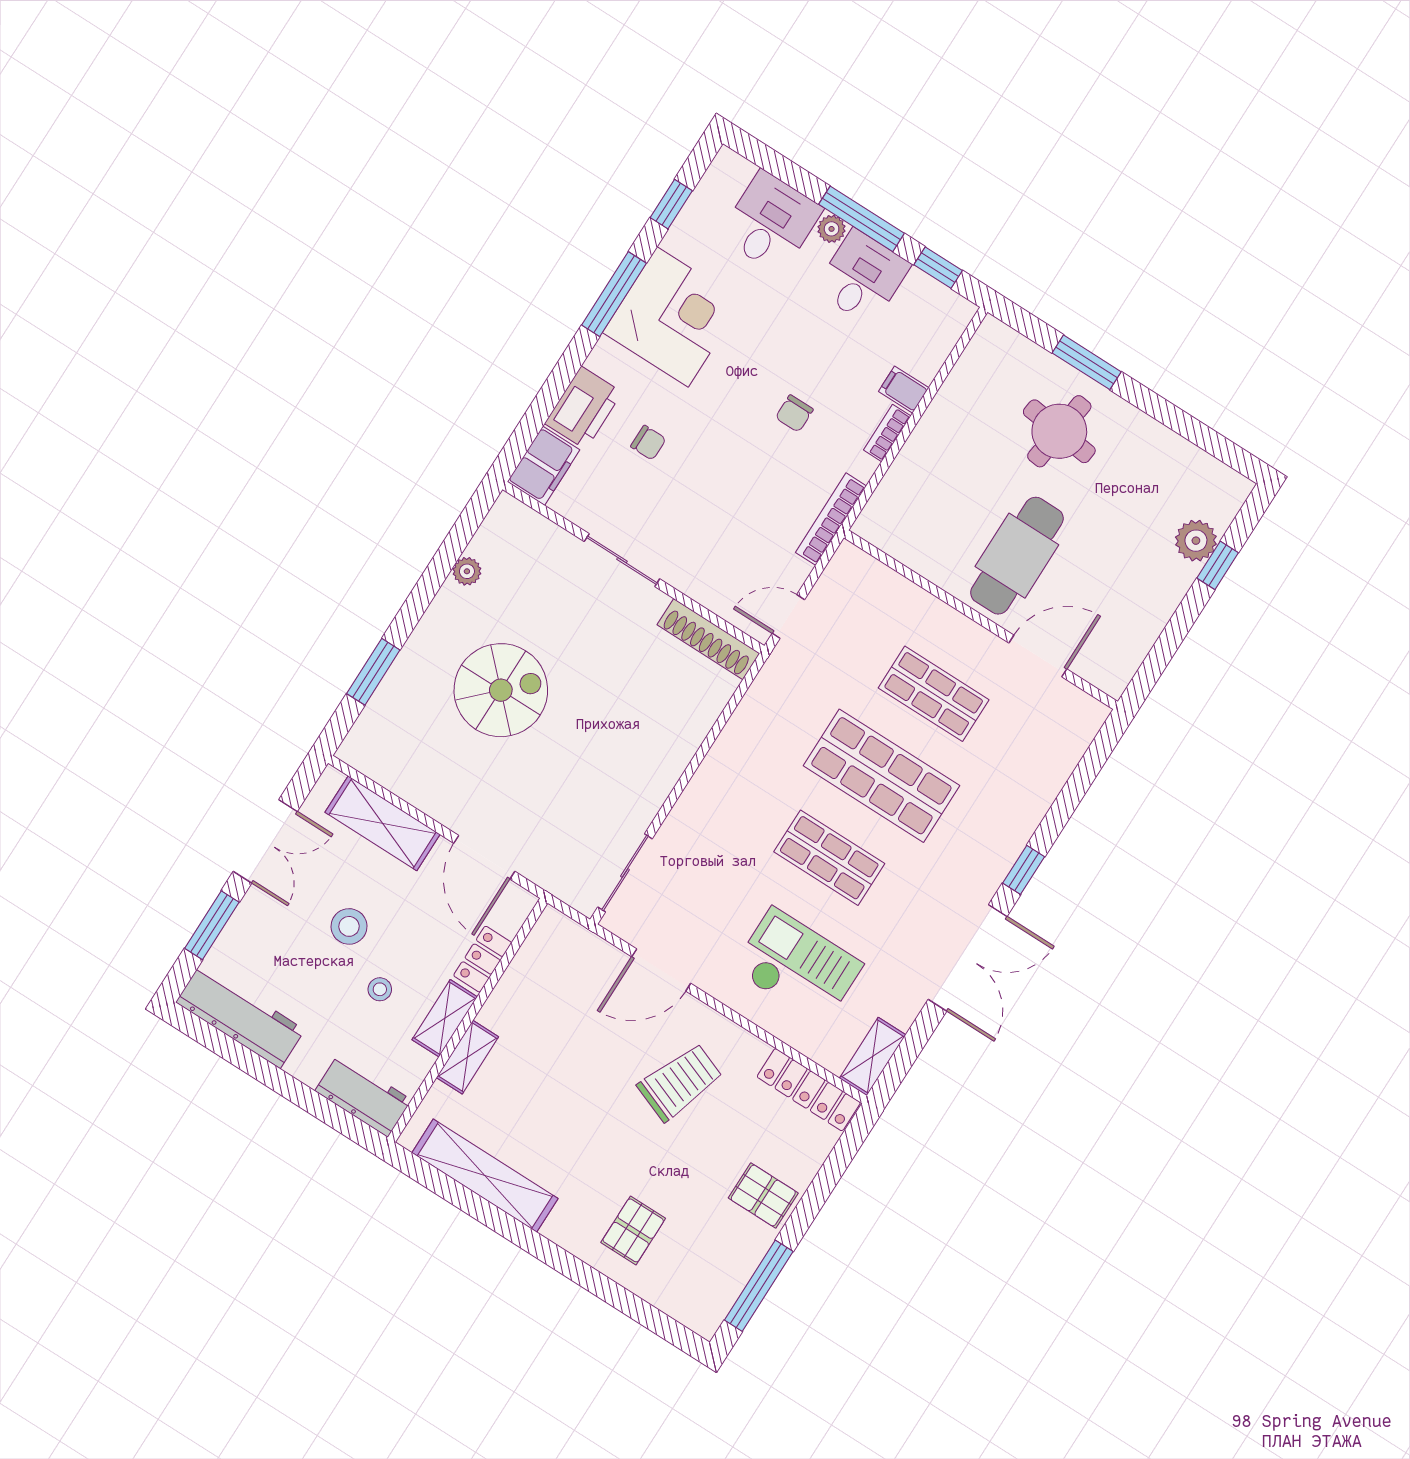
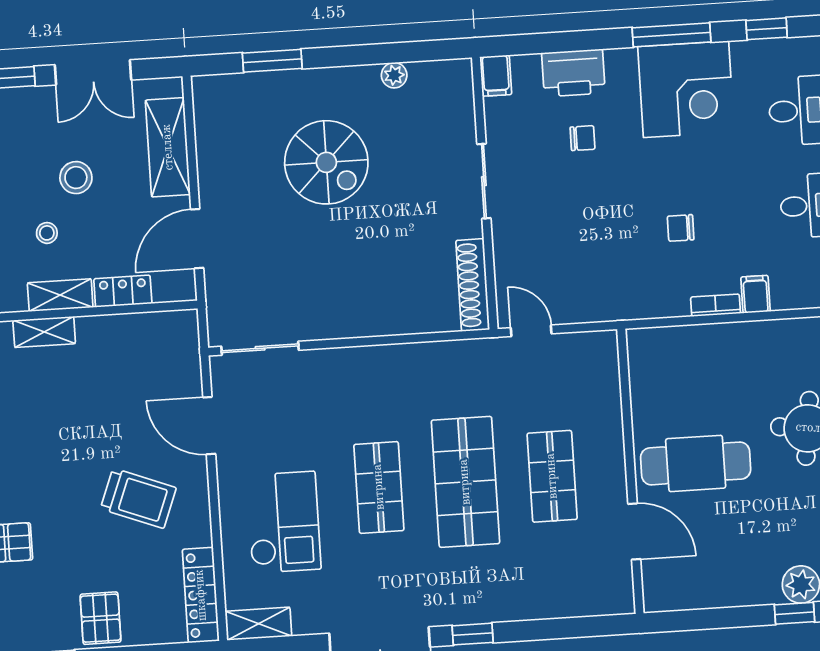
chair: (648, 443) -> (583, 138), turned -90
filing cabinet: (543, 466) -> (496, 76), width x0.50
bookcase: (831, 519) -> (624, 310), removed

